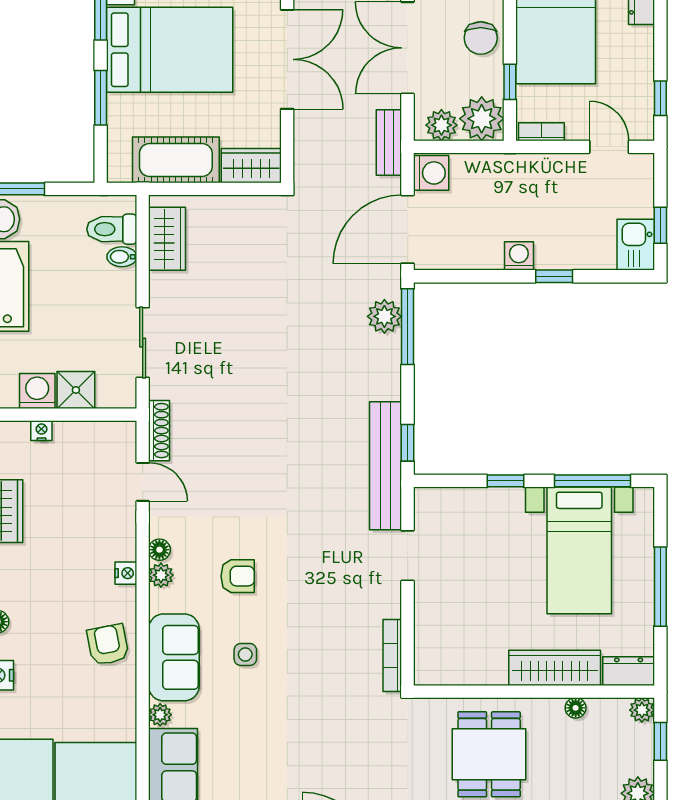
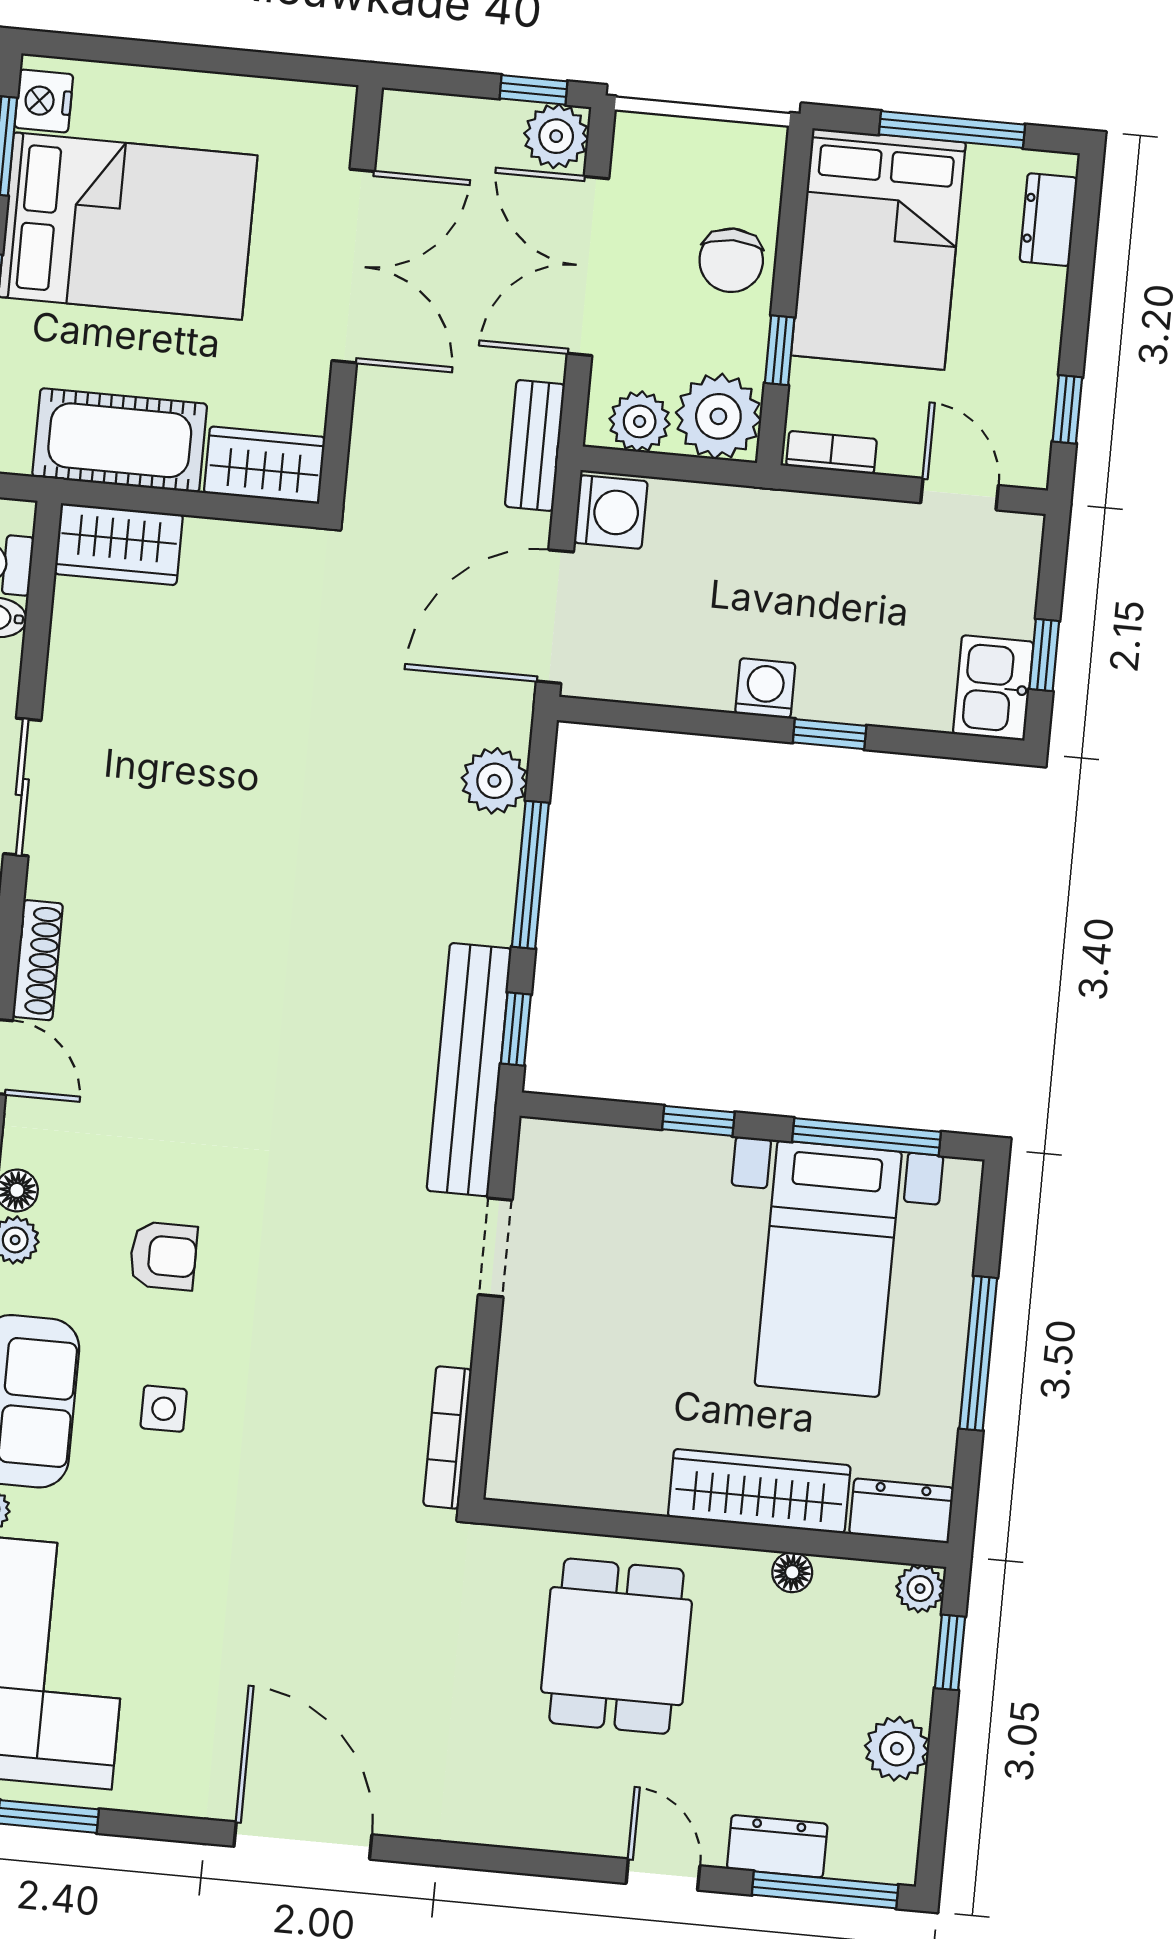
wardrobe: (167, 239) -> (119, 544), moved, turned 90
window: (408, 327) -> (530, 875), moved

